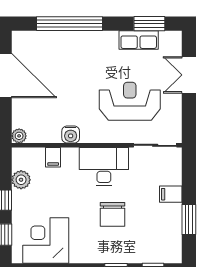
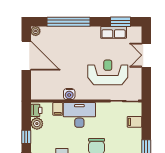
plant: (19, 136) -> (36, 31), moved
printer: (20, 160) -> (36, 110), added
desk: (104, 167) -> (79, 115), moved
filing cabinet: (171, 194) -> (135, 122), moved

